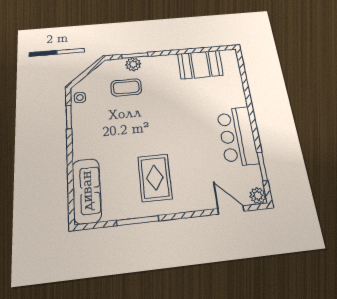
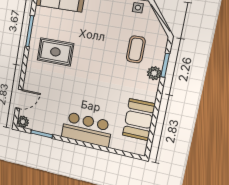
plant: (133, 64) -> (154, 73), moved
bar counter: (237, 136) -> (87, 129), moved

